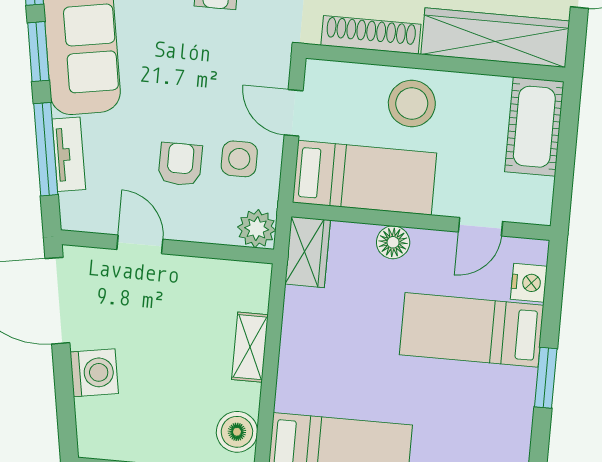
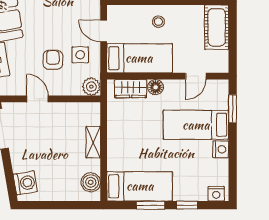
stool: (412, 104) -> (158, 22), width x0.53, depth x0.53
wardrobe: (308, 252) -> (131, 89), moved, turned 90
nightstand: (529, 283) -> (221, 149), moved
washing machine: (94, 373) -> (25, 183), moved
window: (546, 378) -> (233, 109), moved

